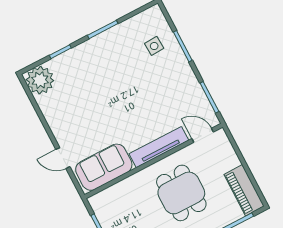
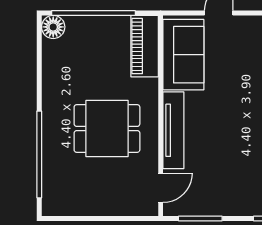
piano: (244, 190) -> (145, 46), moved, turned -90

